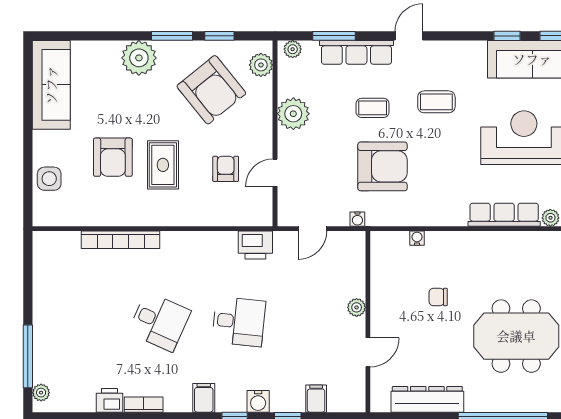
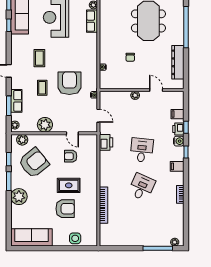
row of seats: (356, 52) -> (16, 101), width x0.68
row of seats: (504, 215) -> (92, 21), width x0.68
printer: (109, 400) -> (178, 129), moved

